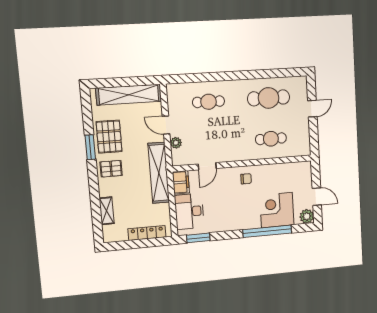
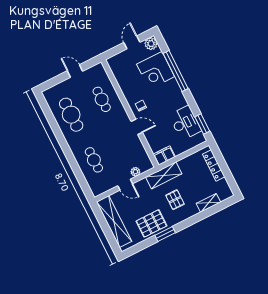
door: (312, 109) -> (75, 71), moved
door: (166, 125) -> (125, 185), hinge flipped
door: (207, 166) -> (137, 127), moved
pallet: (111, 169) -> (175, 200), moved
shelving: (159, 173) -> (164, 175), width x0.68
desk: (189, 211) -> (185, 123), moved, turned -90

